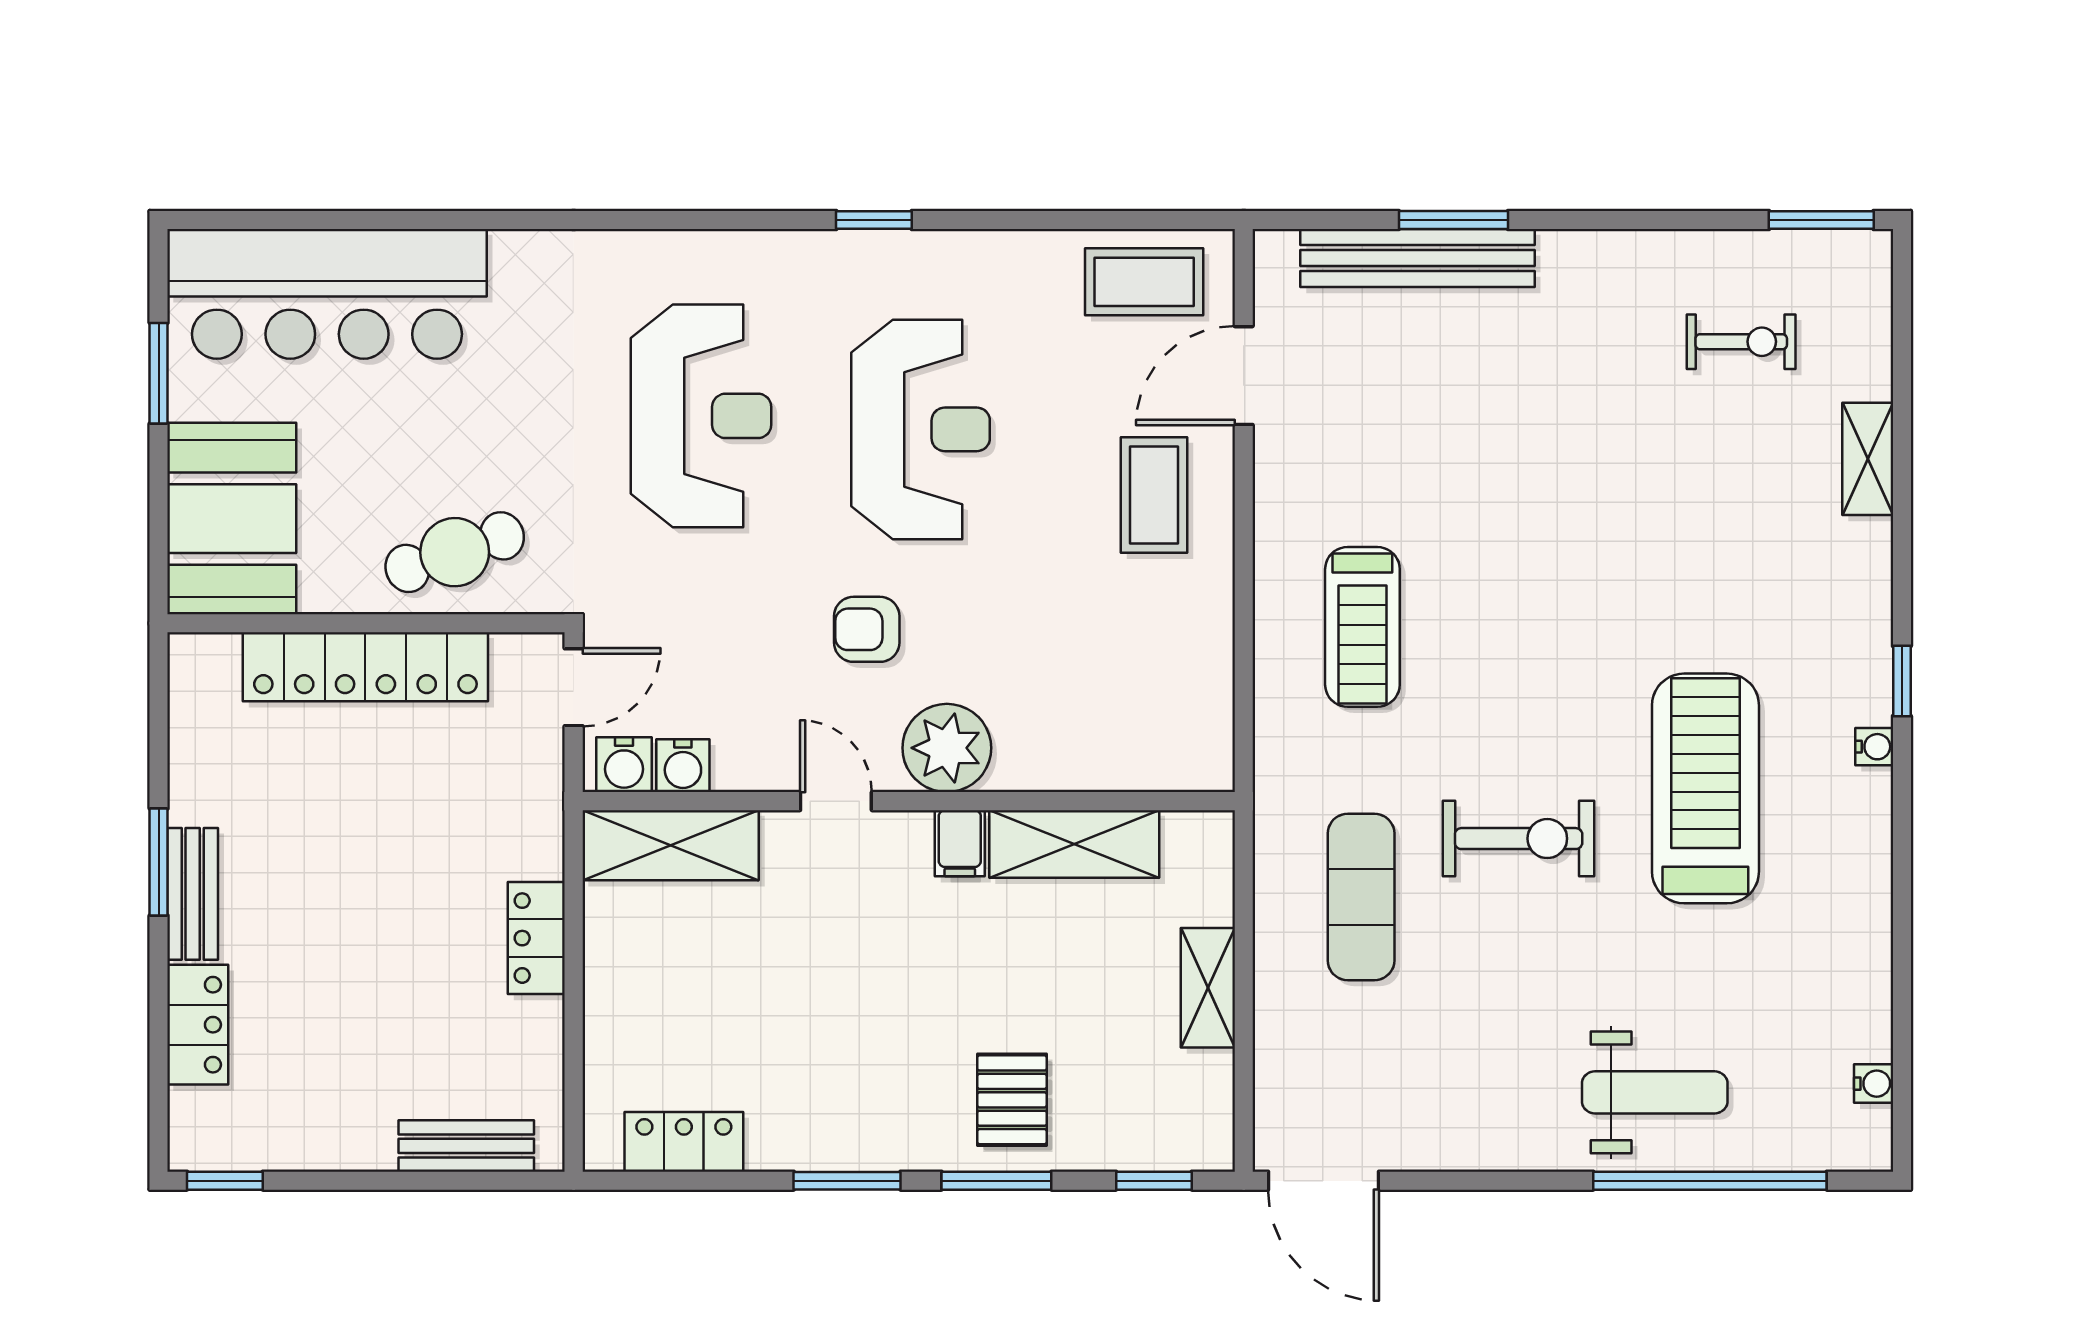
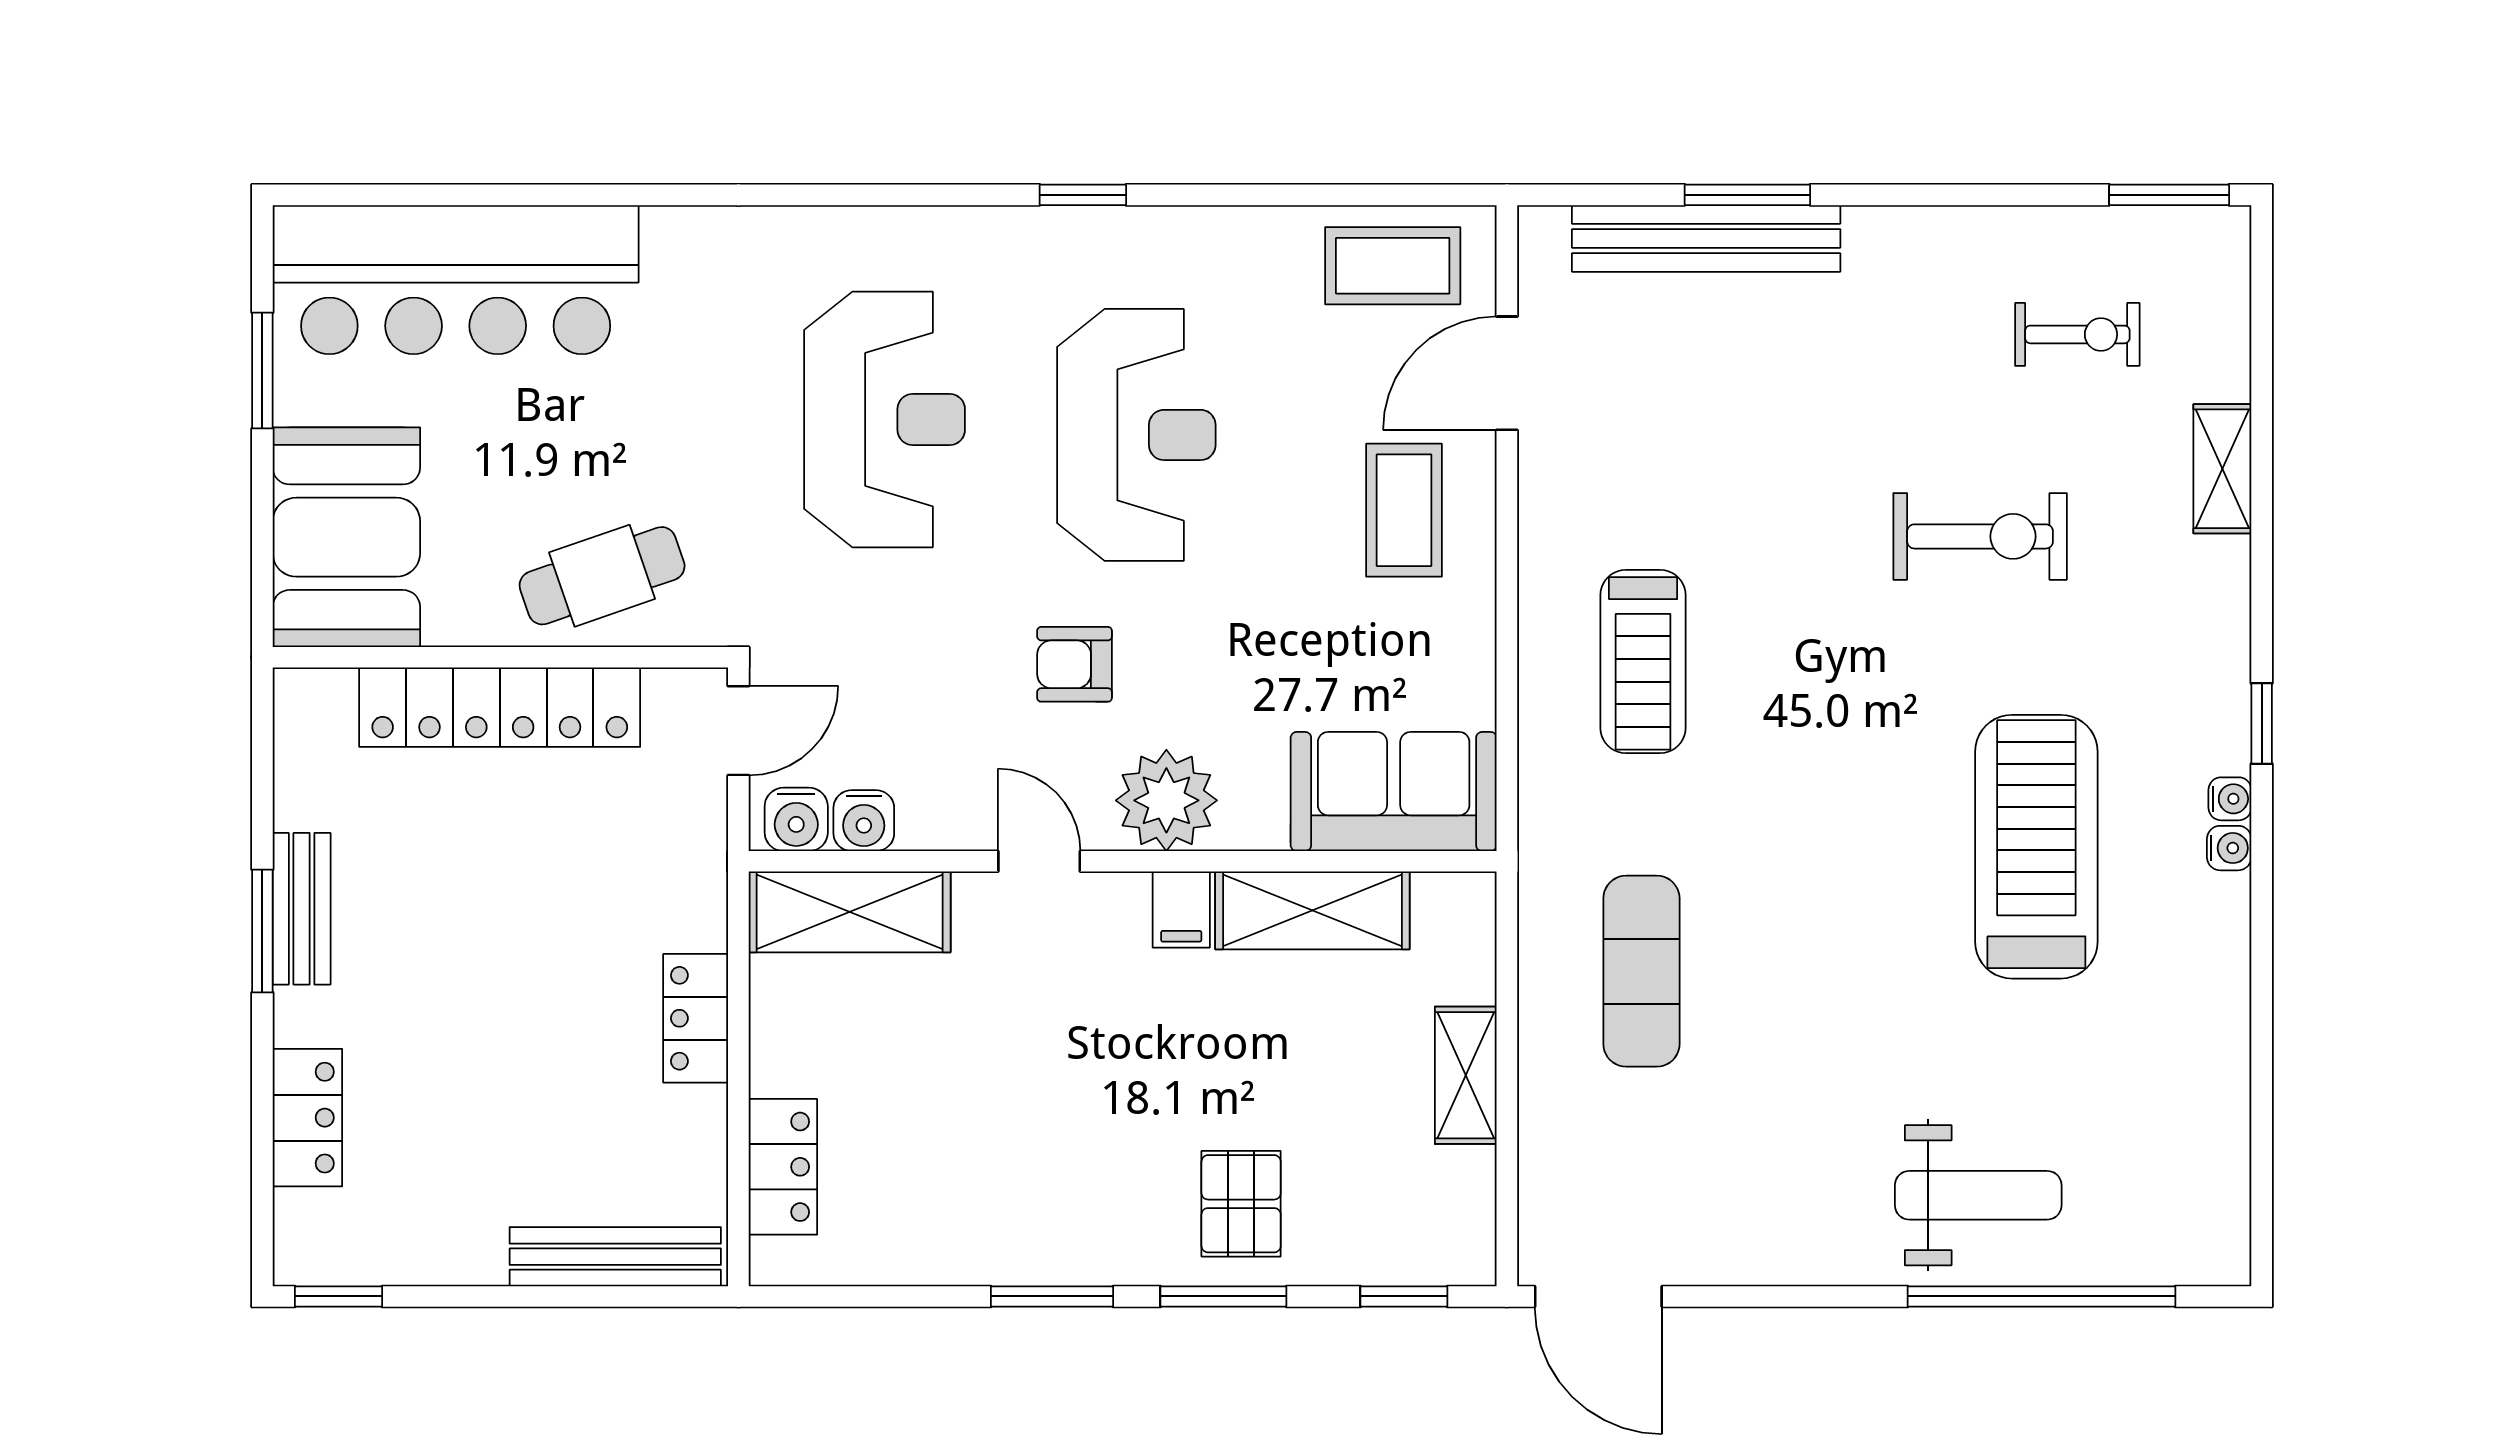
sofa: (1145, 740) -> (1394, 792), added
exercise bike: (1519, 839) -> (1980, 536), moved
bench: (193, 894) -> (302, 909), moved
water cooler: (1874, 1084) -> (2229, 848), moved
locker: (684, 1142) -> (783, 1167), moved, turned 90
bench: (466, 1146) -> (615, 1257), width x1.36

